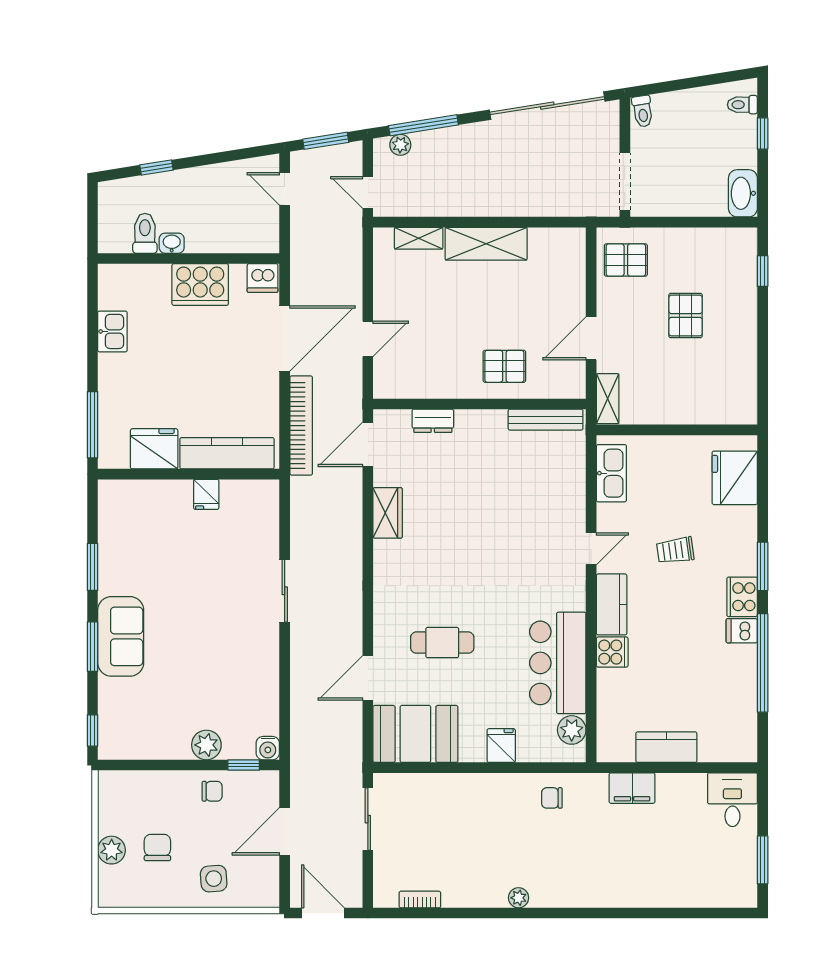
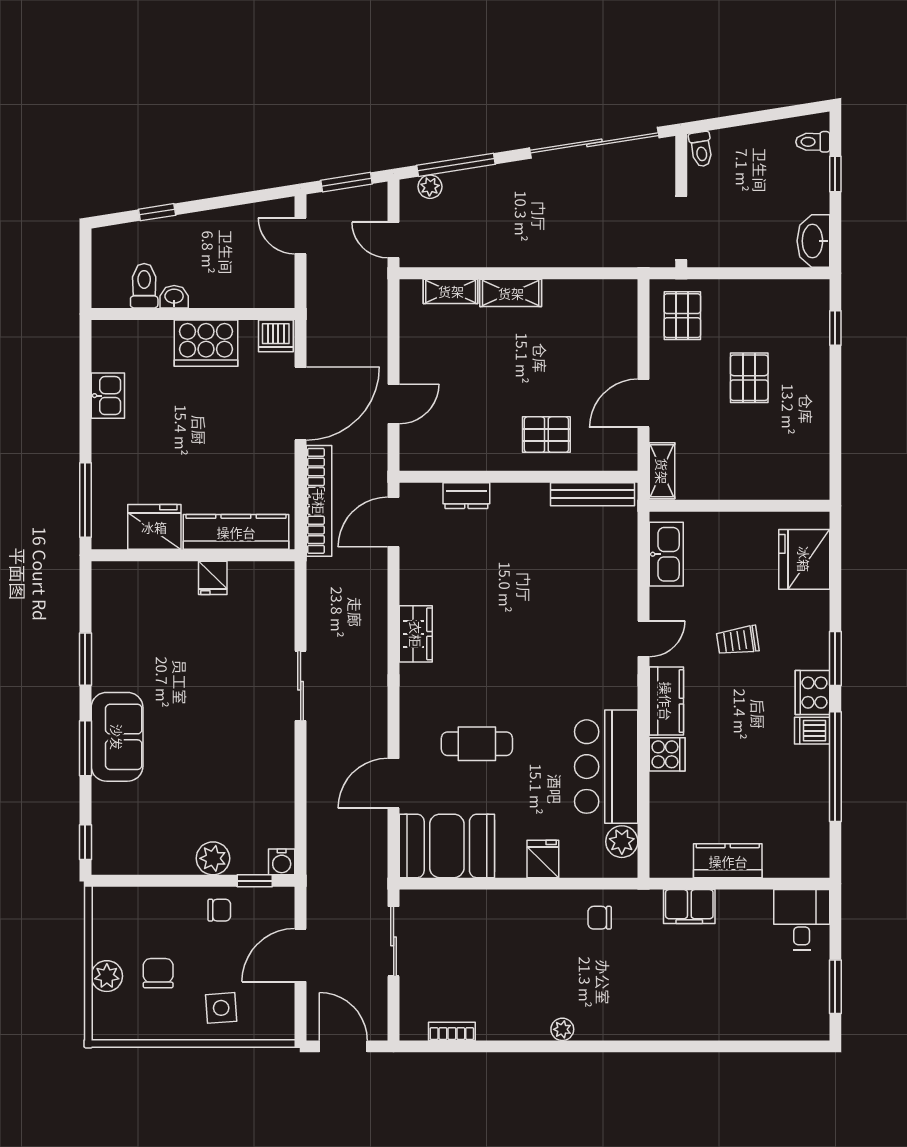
shelving: (486, 244) -> (511, 293), width x0.67, depth x0.75
pallet: (626, 260) -> (682, 316), turned 90
wardrobe: (388, 513) -> (416, 634), moved

